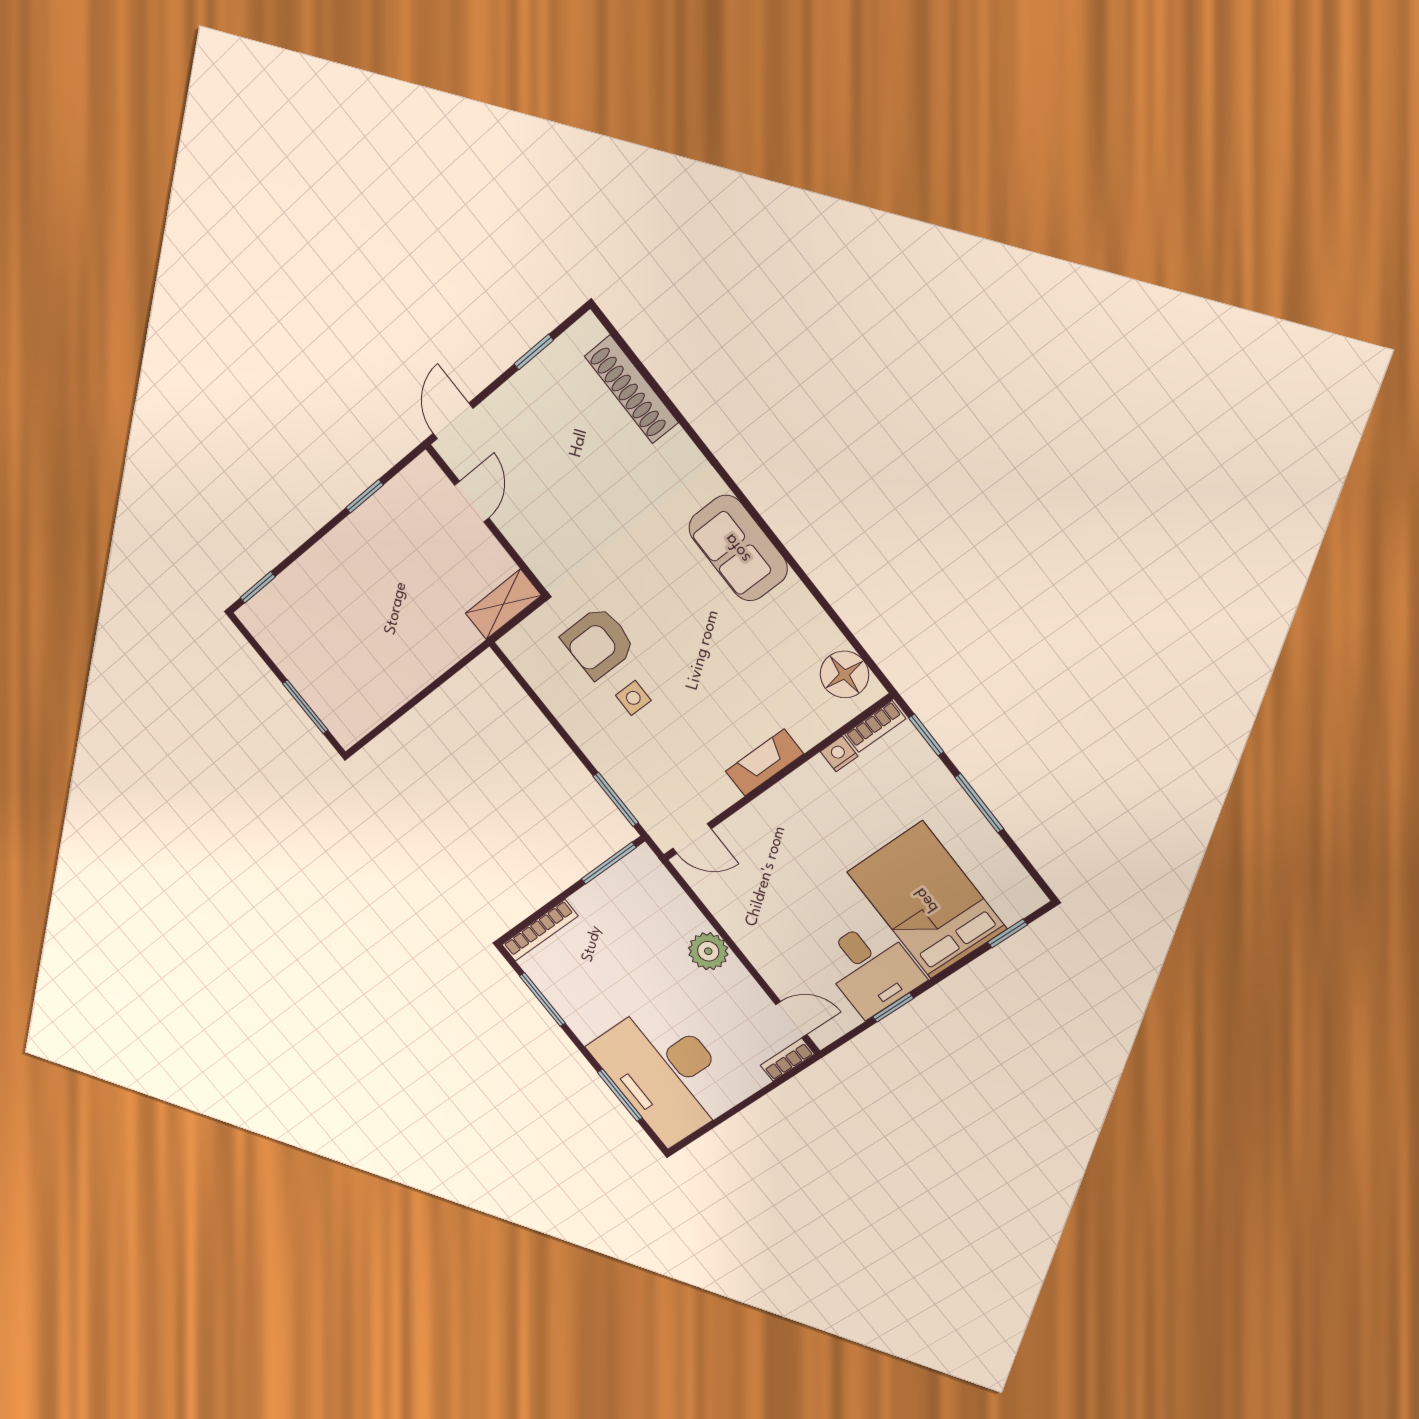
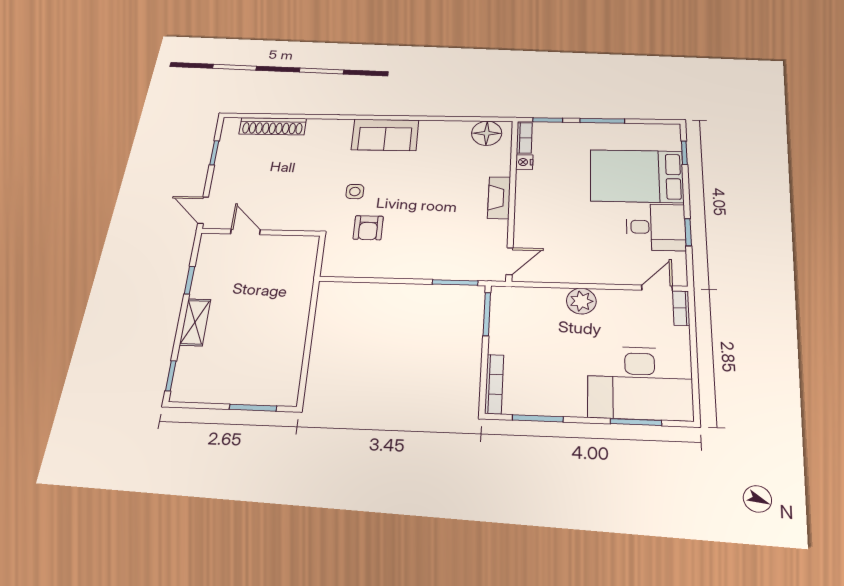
shelving: (503, 604) -> (195, 322), moved
armchair: (598, 643) -> (368, 228), width x0.72, depth x0.72
side table: (633, 698) -> (355, 192), moved

